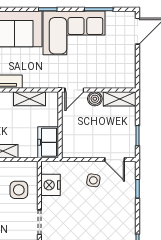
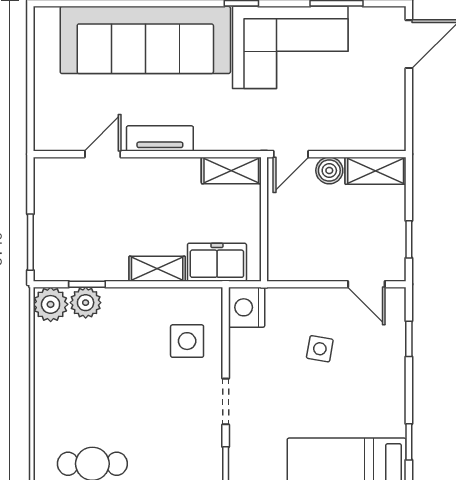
shelving: (30, 99) -> (231, 170), moved
freezer: (48, 142) -> (217, 262), moved, turned 90
side table: (93, 180) -> (320, 349), moved
nightstand: (51, 185) -> (247, 307), moved

